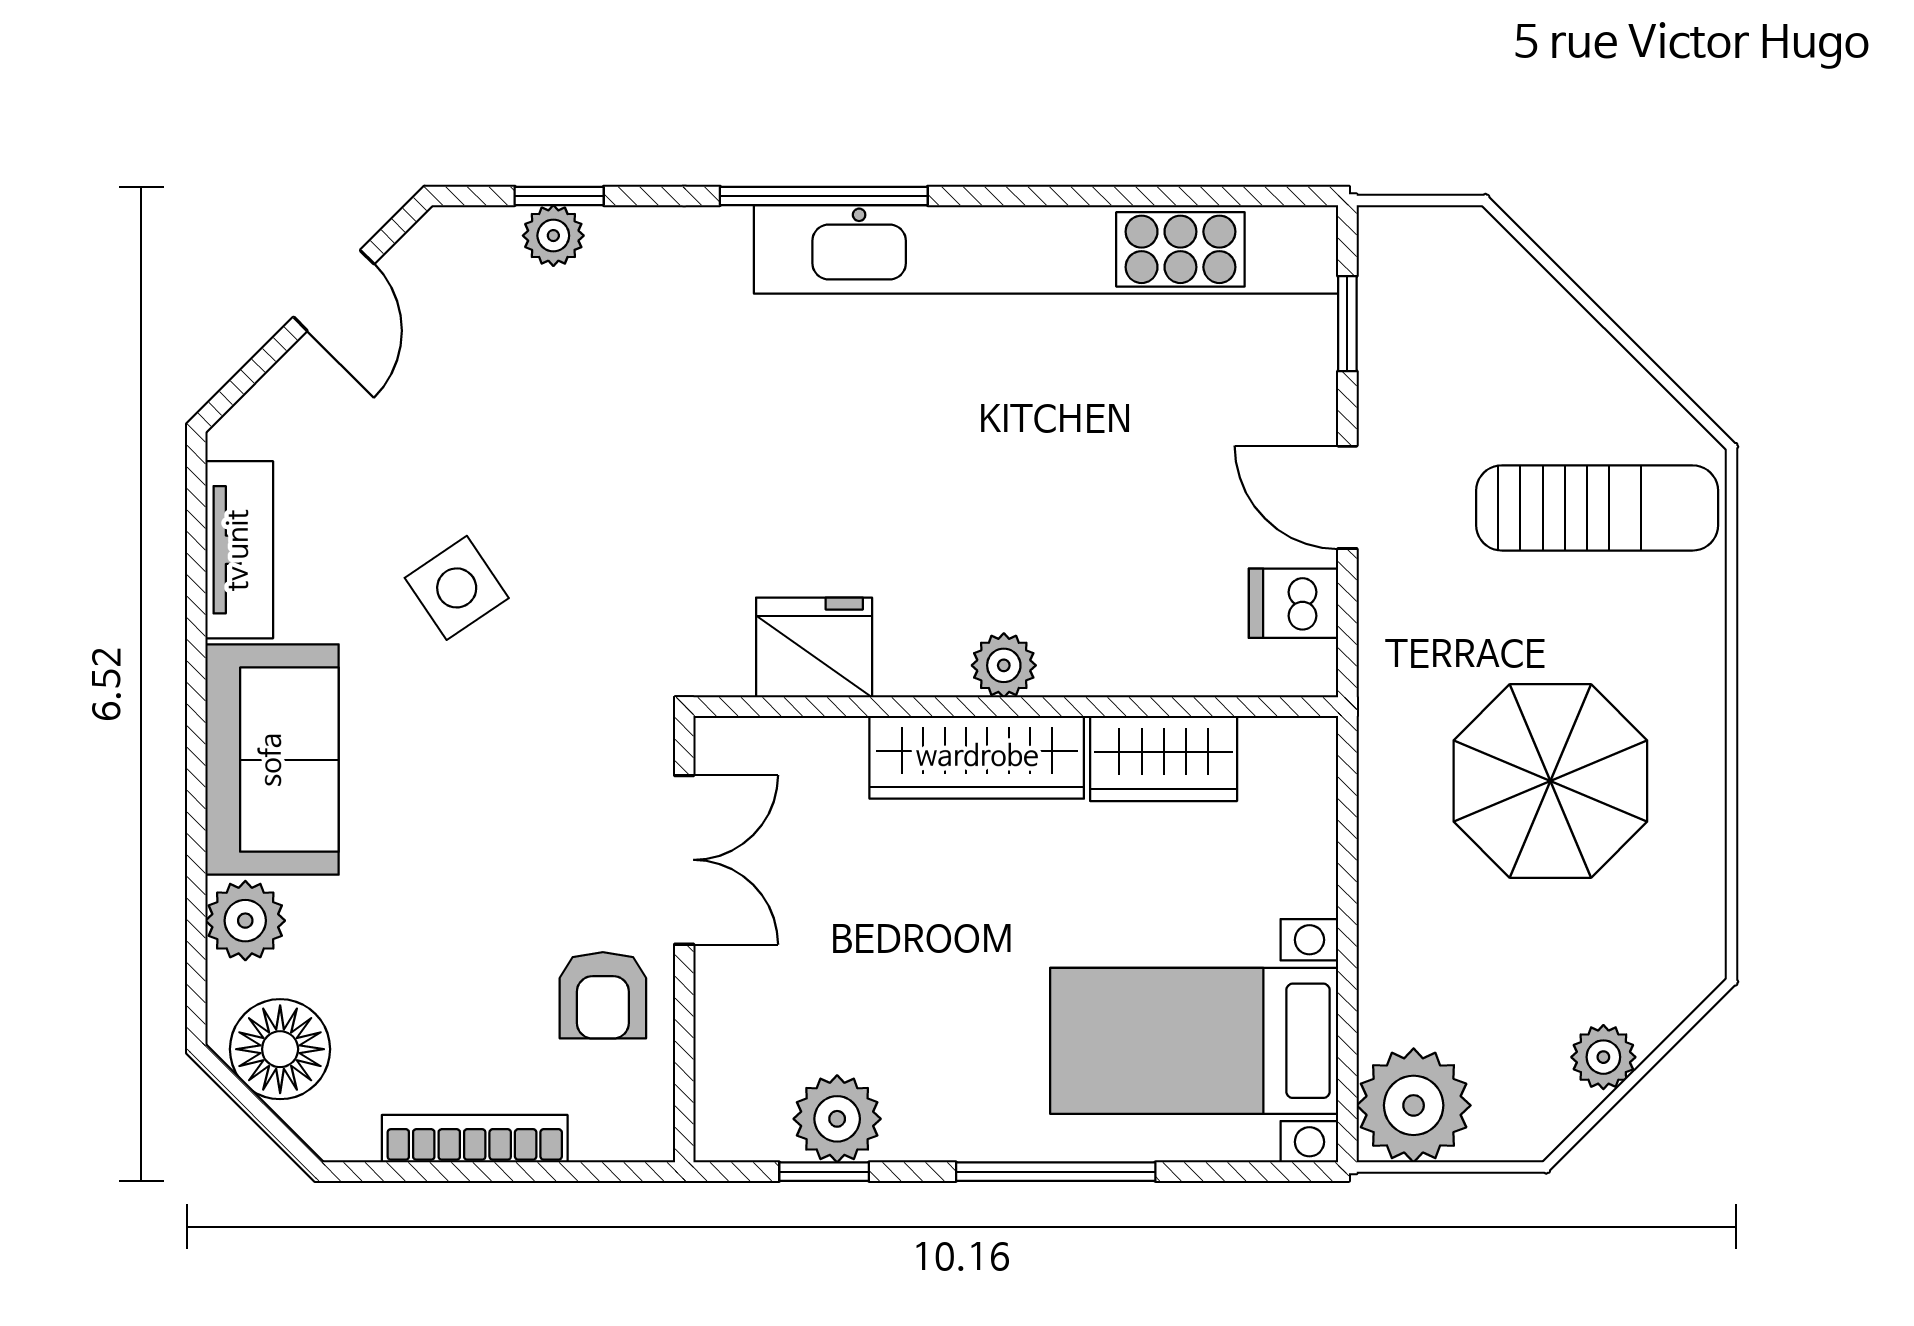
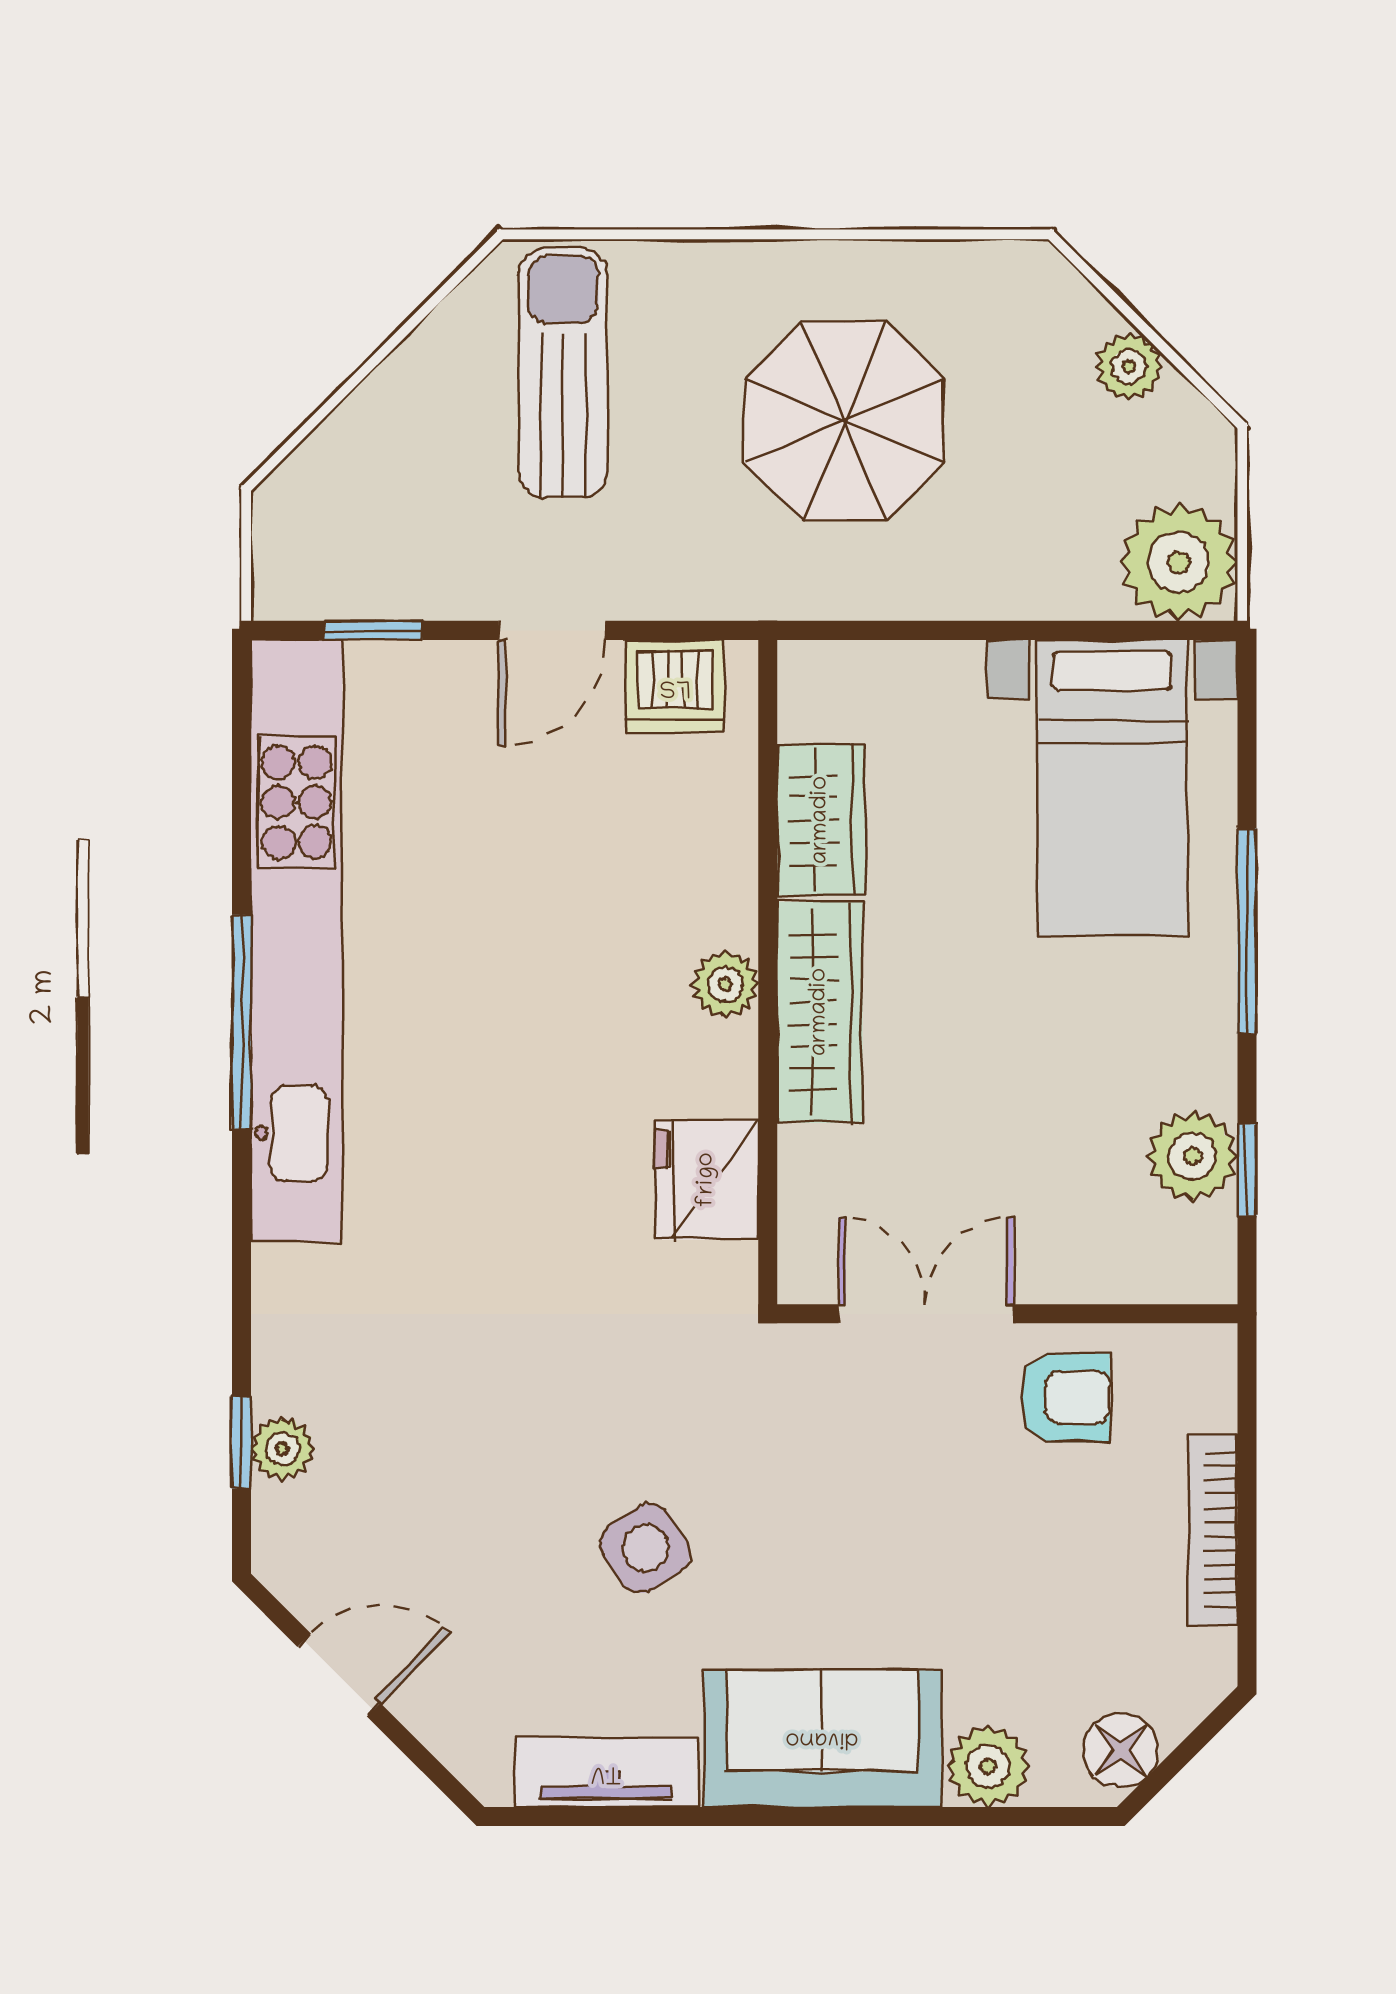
window: (824, 196) -> (241, 1022), moved
dishwasher: (1294, 603) -> (675, 686), width x1.38
floor lamp: (280, 1049) -> (1121, 1750), width x0.73, depth x0.73

